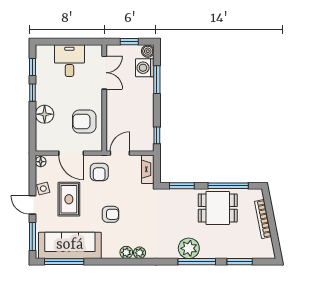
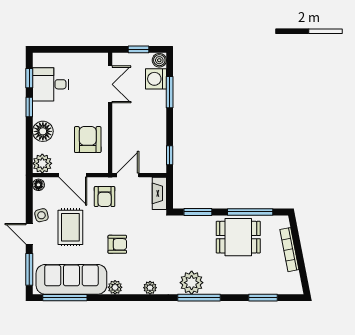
desk: (69, 61) -> (51, 84), moved, turned -90
armchair: (84, 121) -> (88, 140), turned 90
plant: (44, 143) -> (42, 163), added
plant: (189, 248) -> (192, 283), moved
plant: (126, 252) -> (115, 287), moved
window: (197, 262) -> (199, 298), moved

